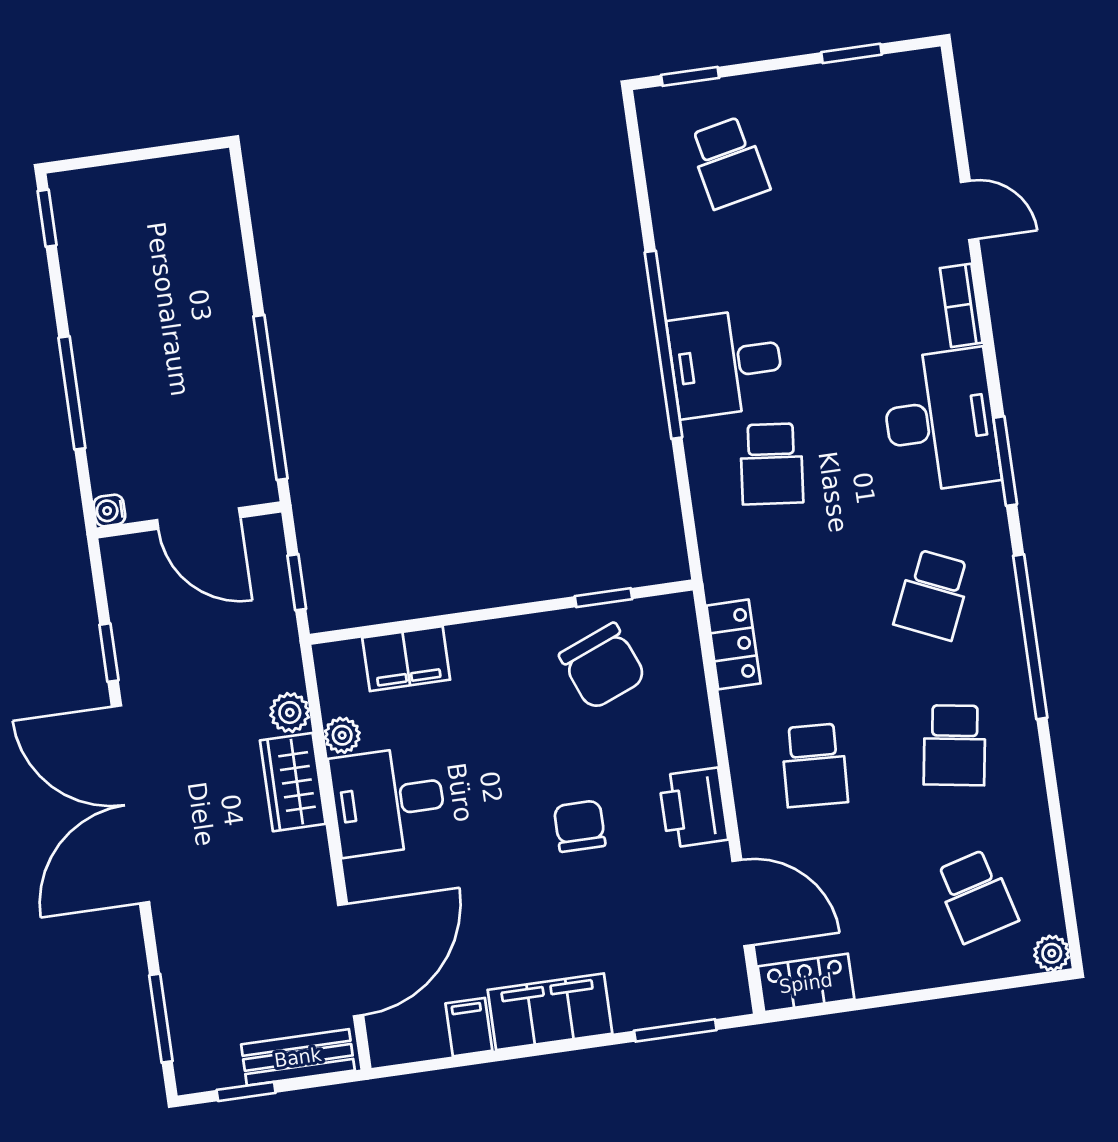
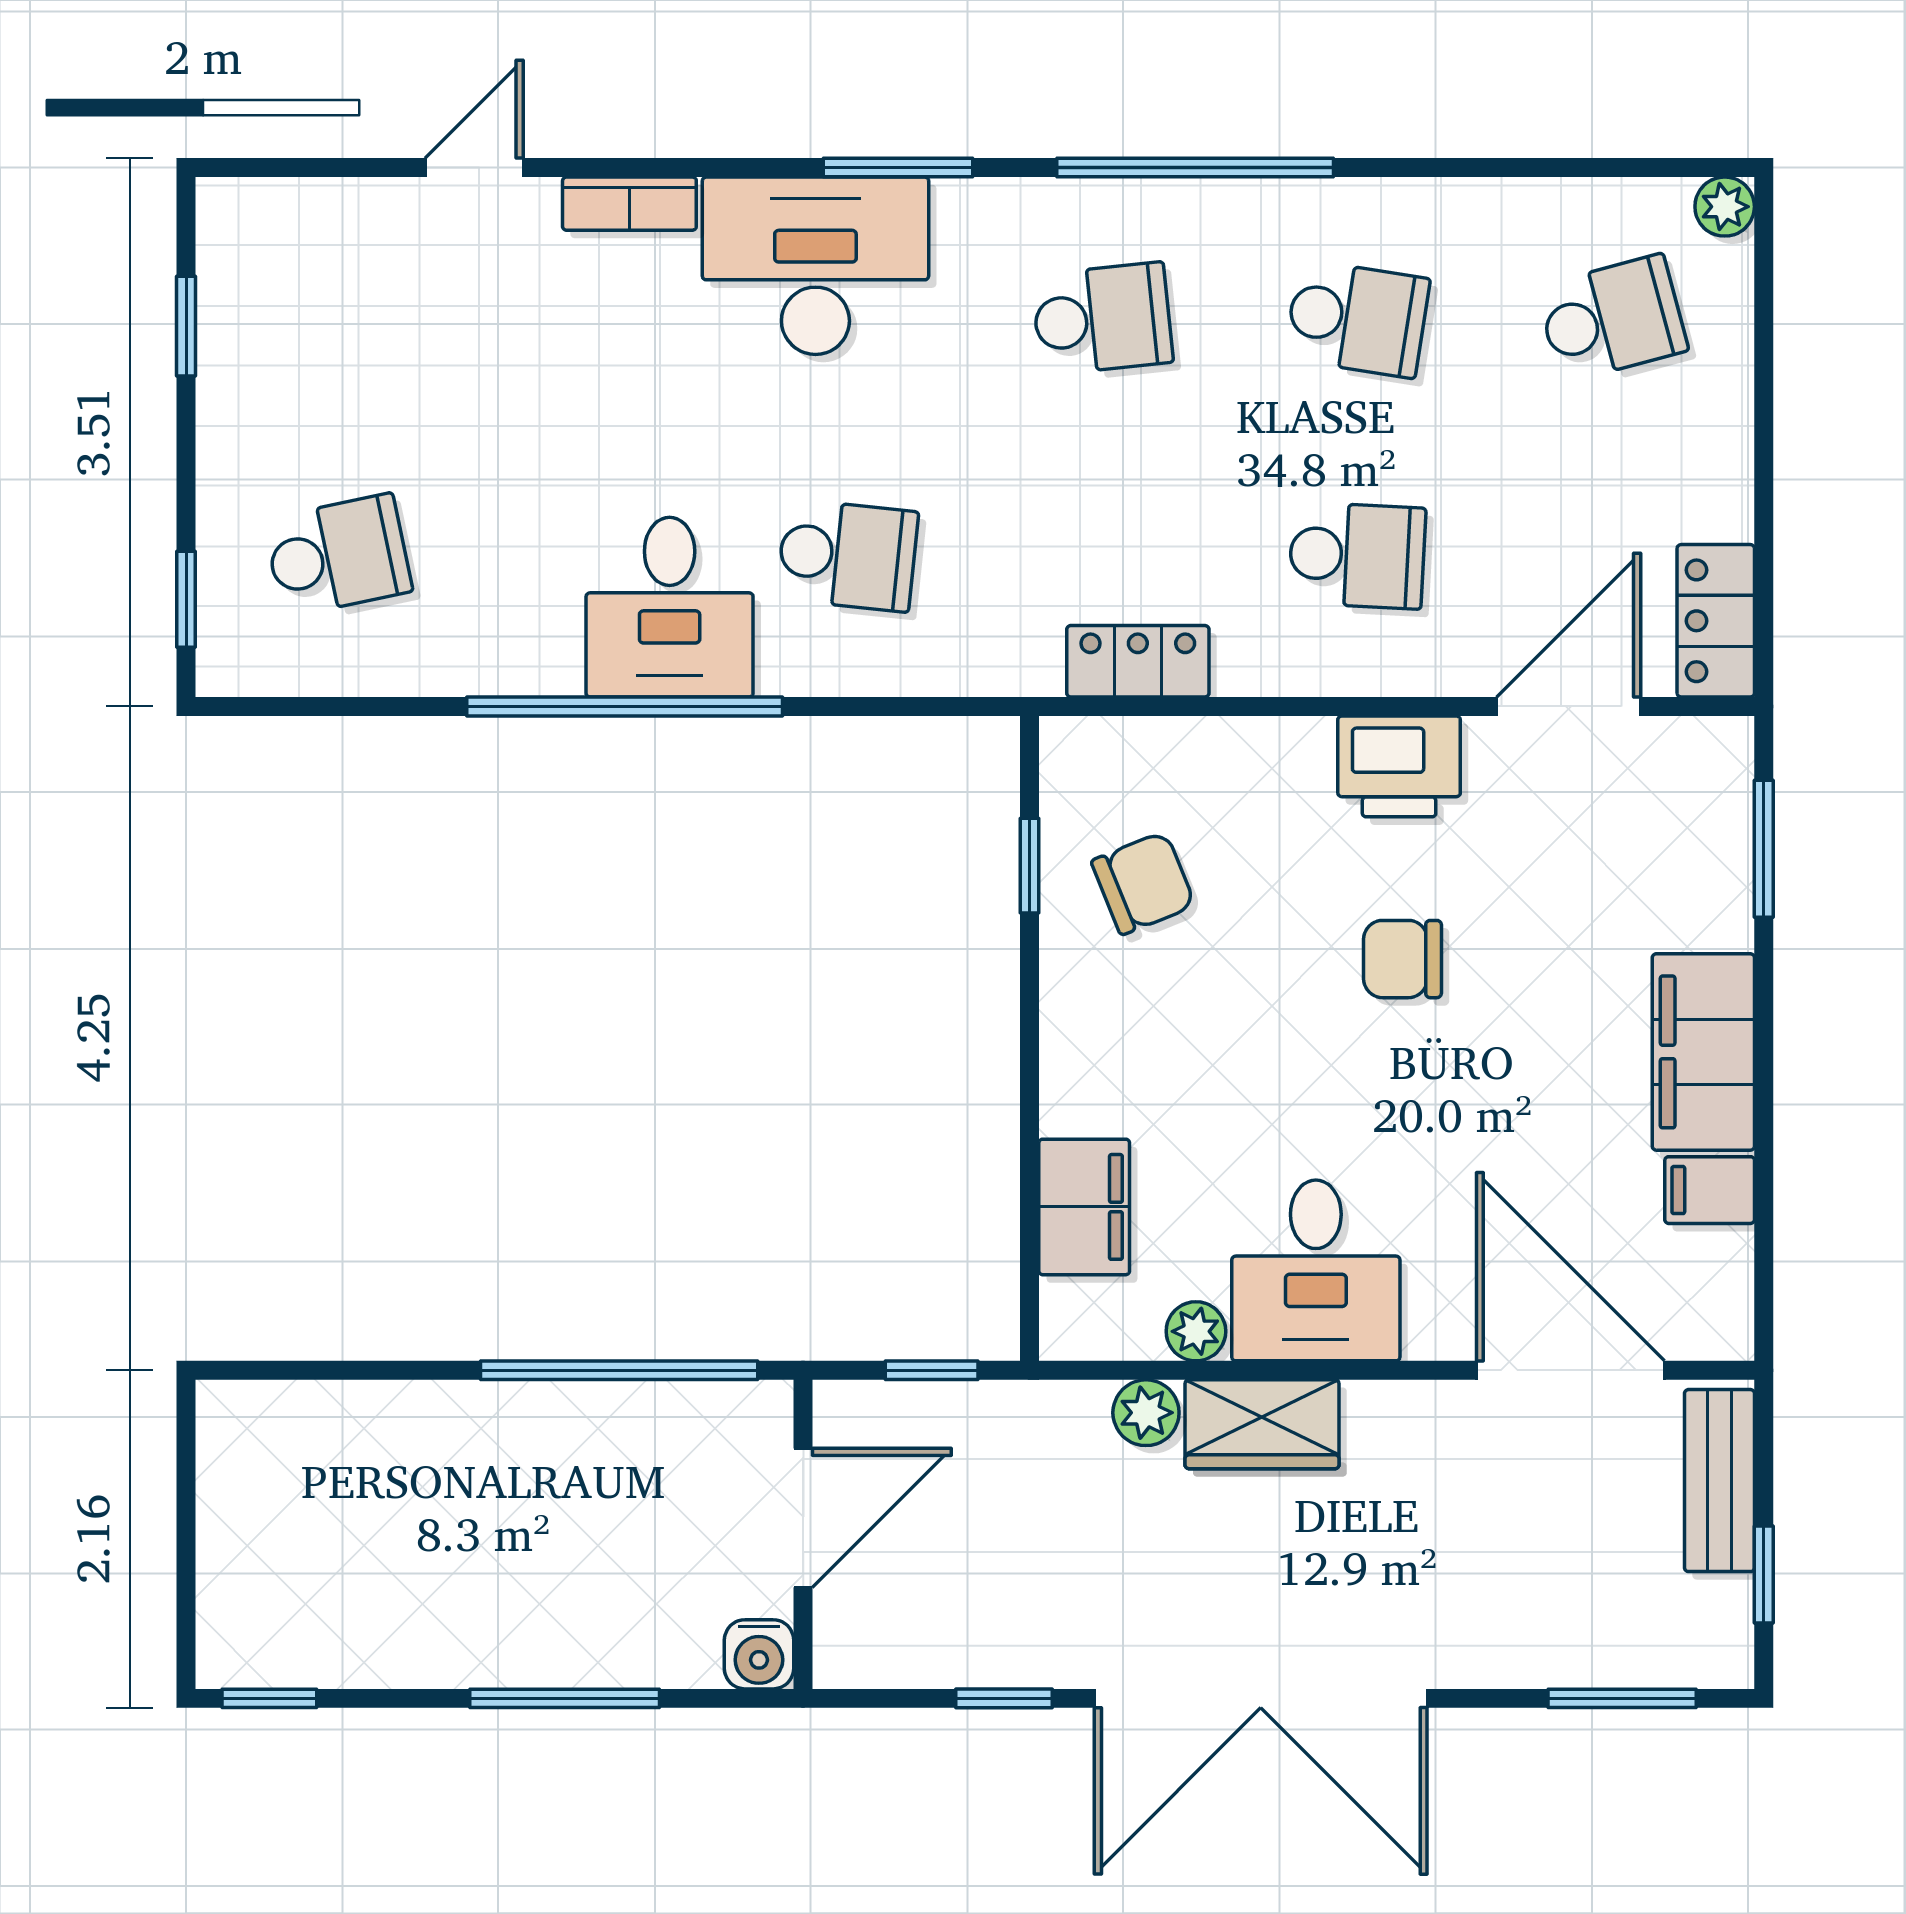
water cooler: (109, 510) -> (759, 1654), width x1.38, depth x1.38
school desk: (933, 595) -> (1102, 319), turned -30
chair: (603, 666) -> (1143, 883), width x0.73, depth x0.73

